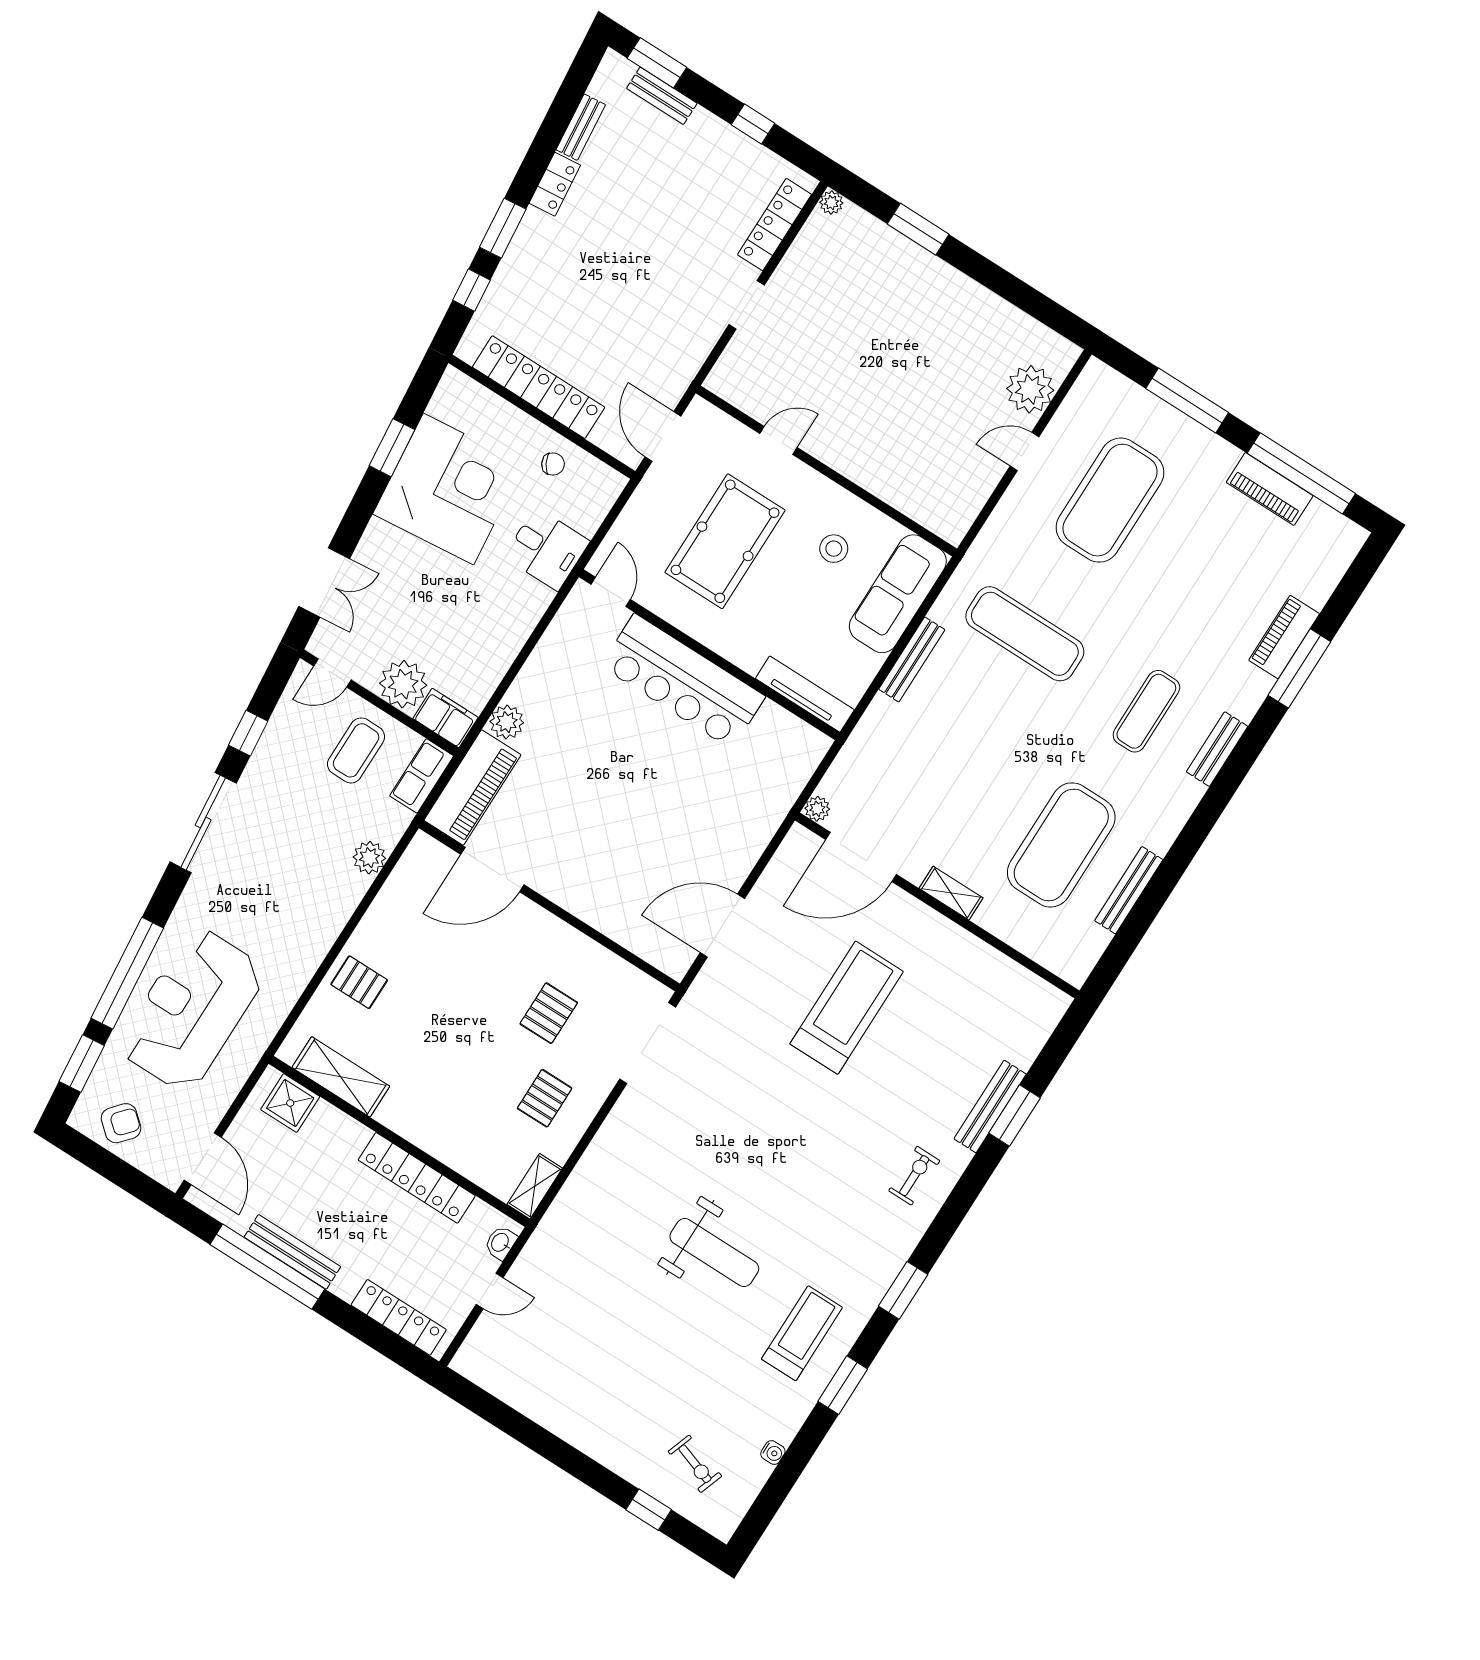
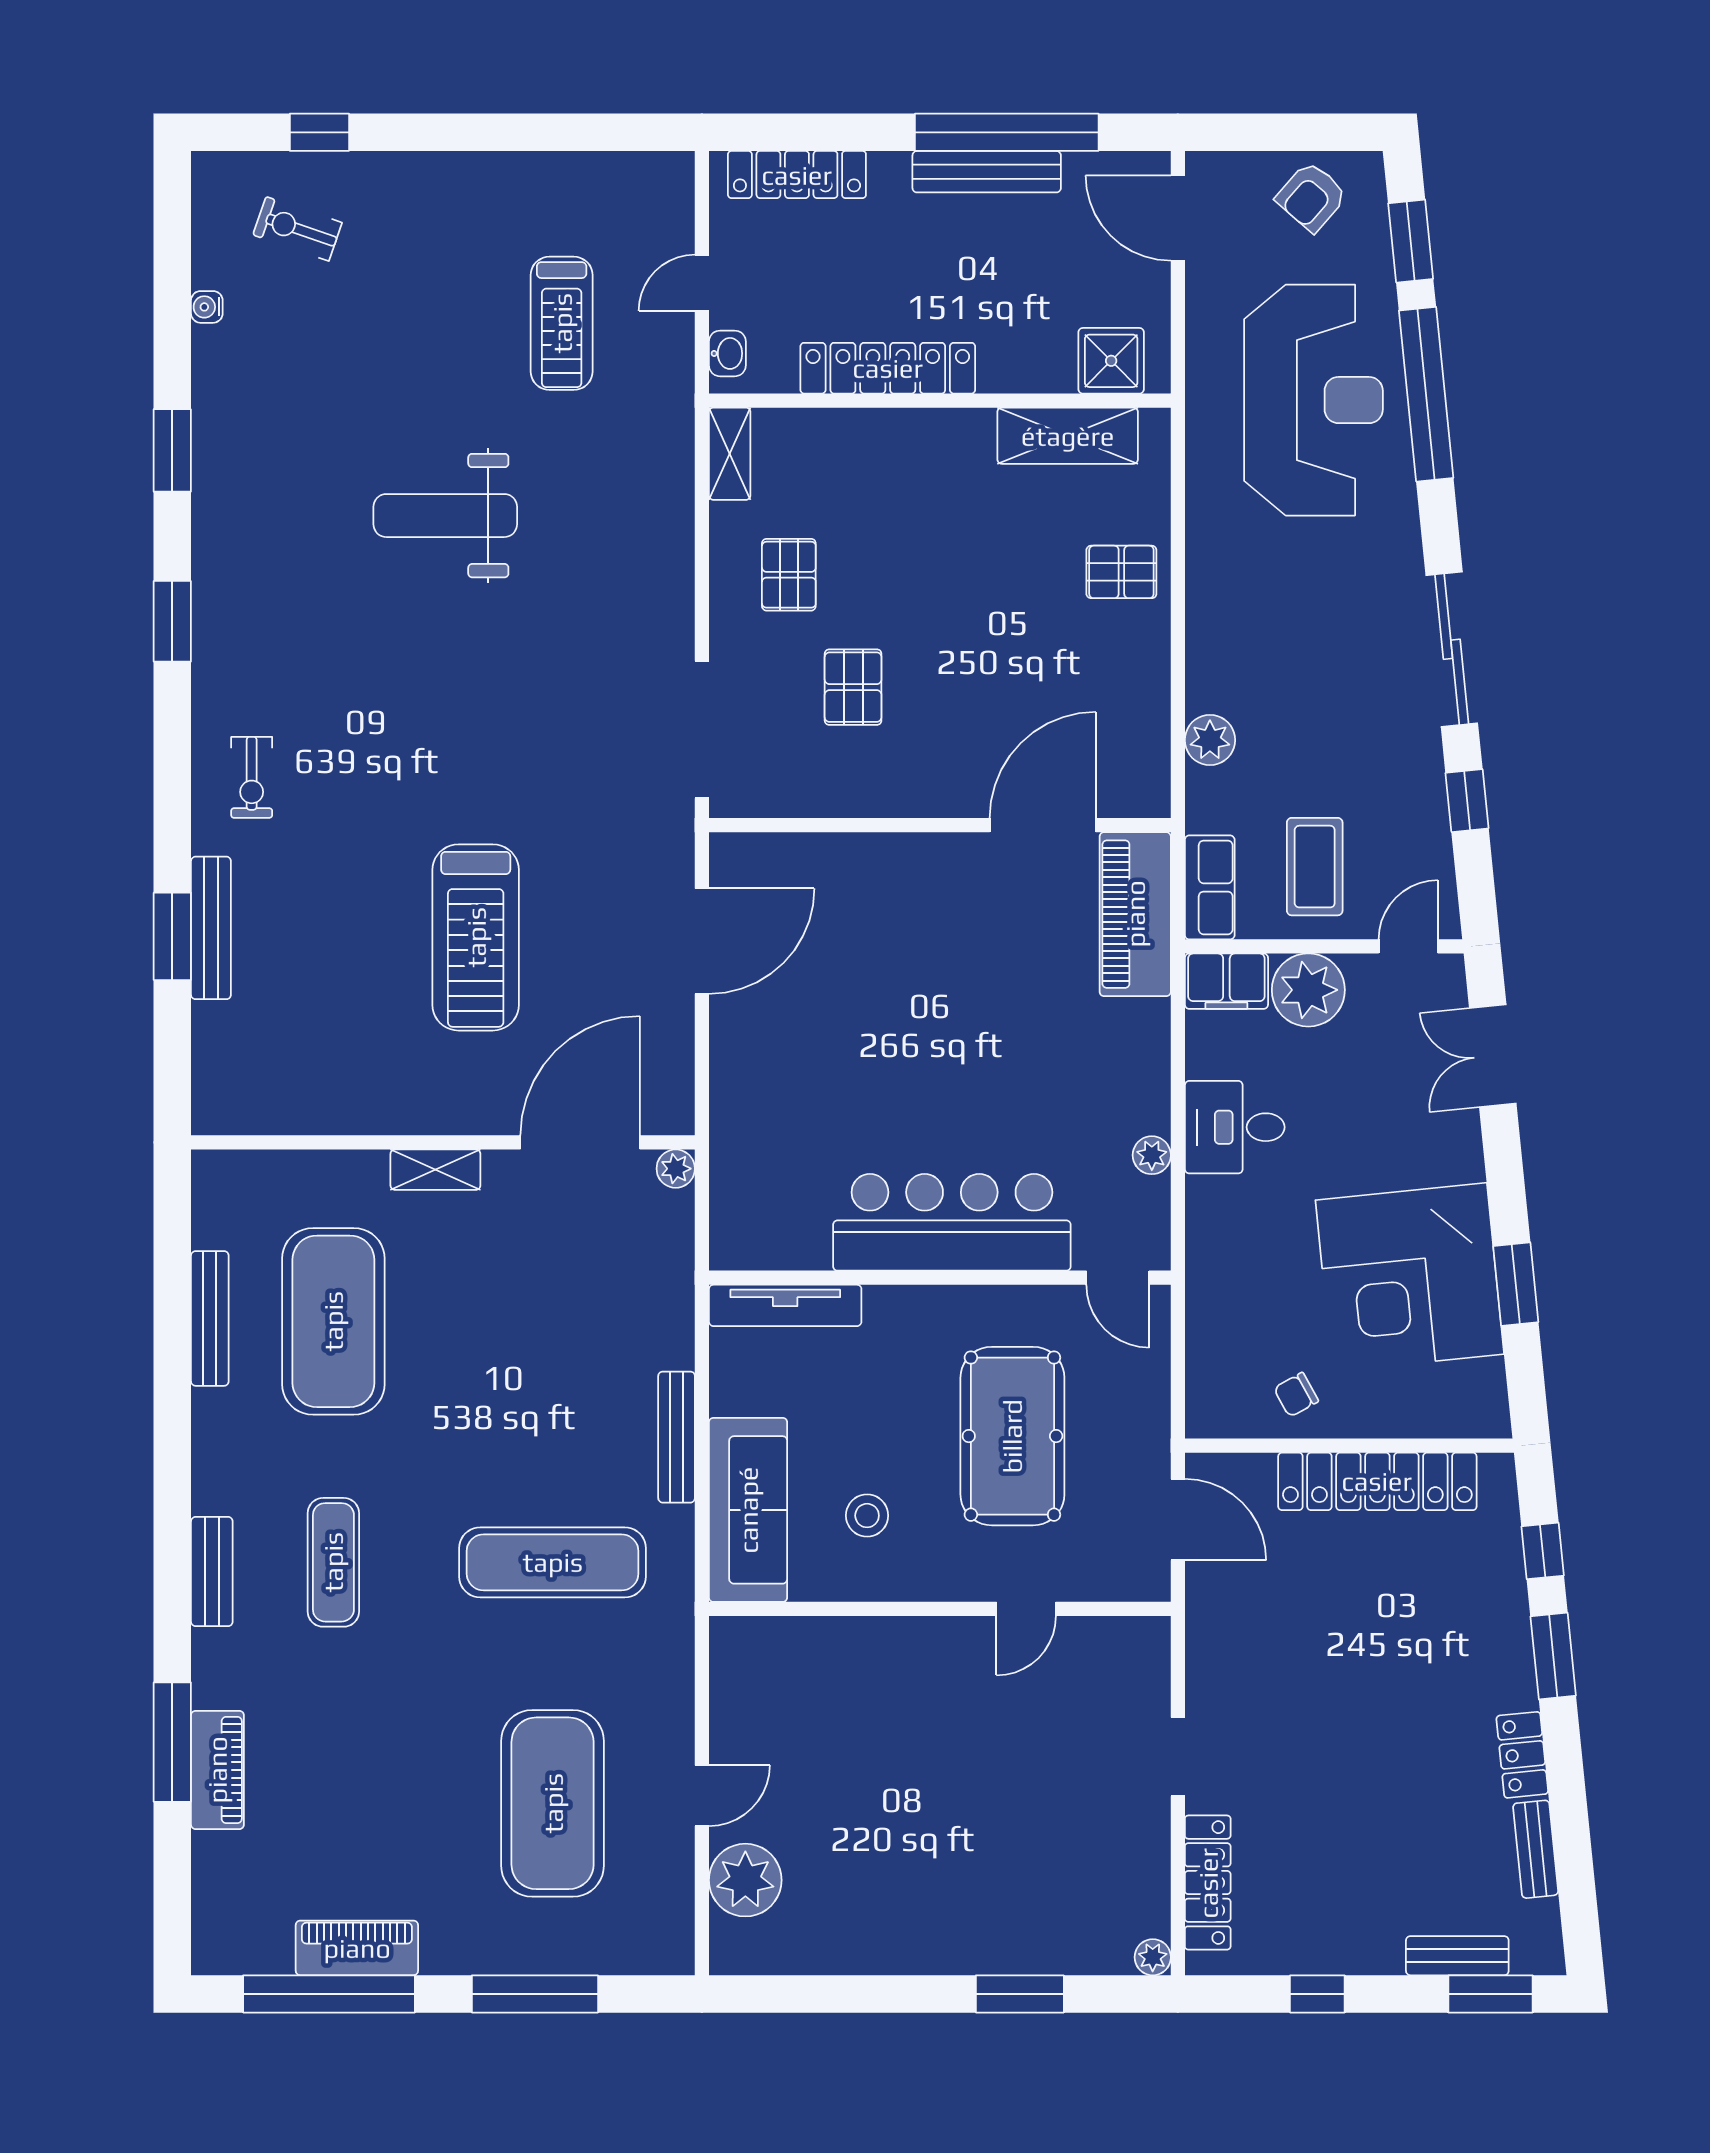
desk: (547, 549) -> (1235, 1127), moved
plant: (507, 722) -> (1152, 1155), moved, width x0.73, depth x0.73
treadmill: (802, 1333) -> (562, 323), moved

